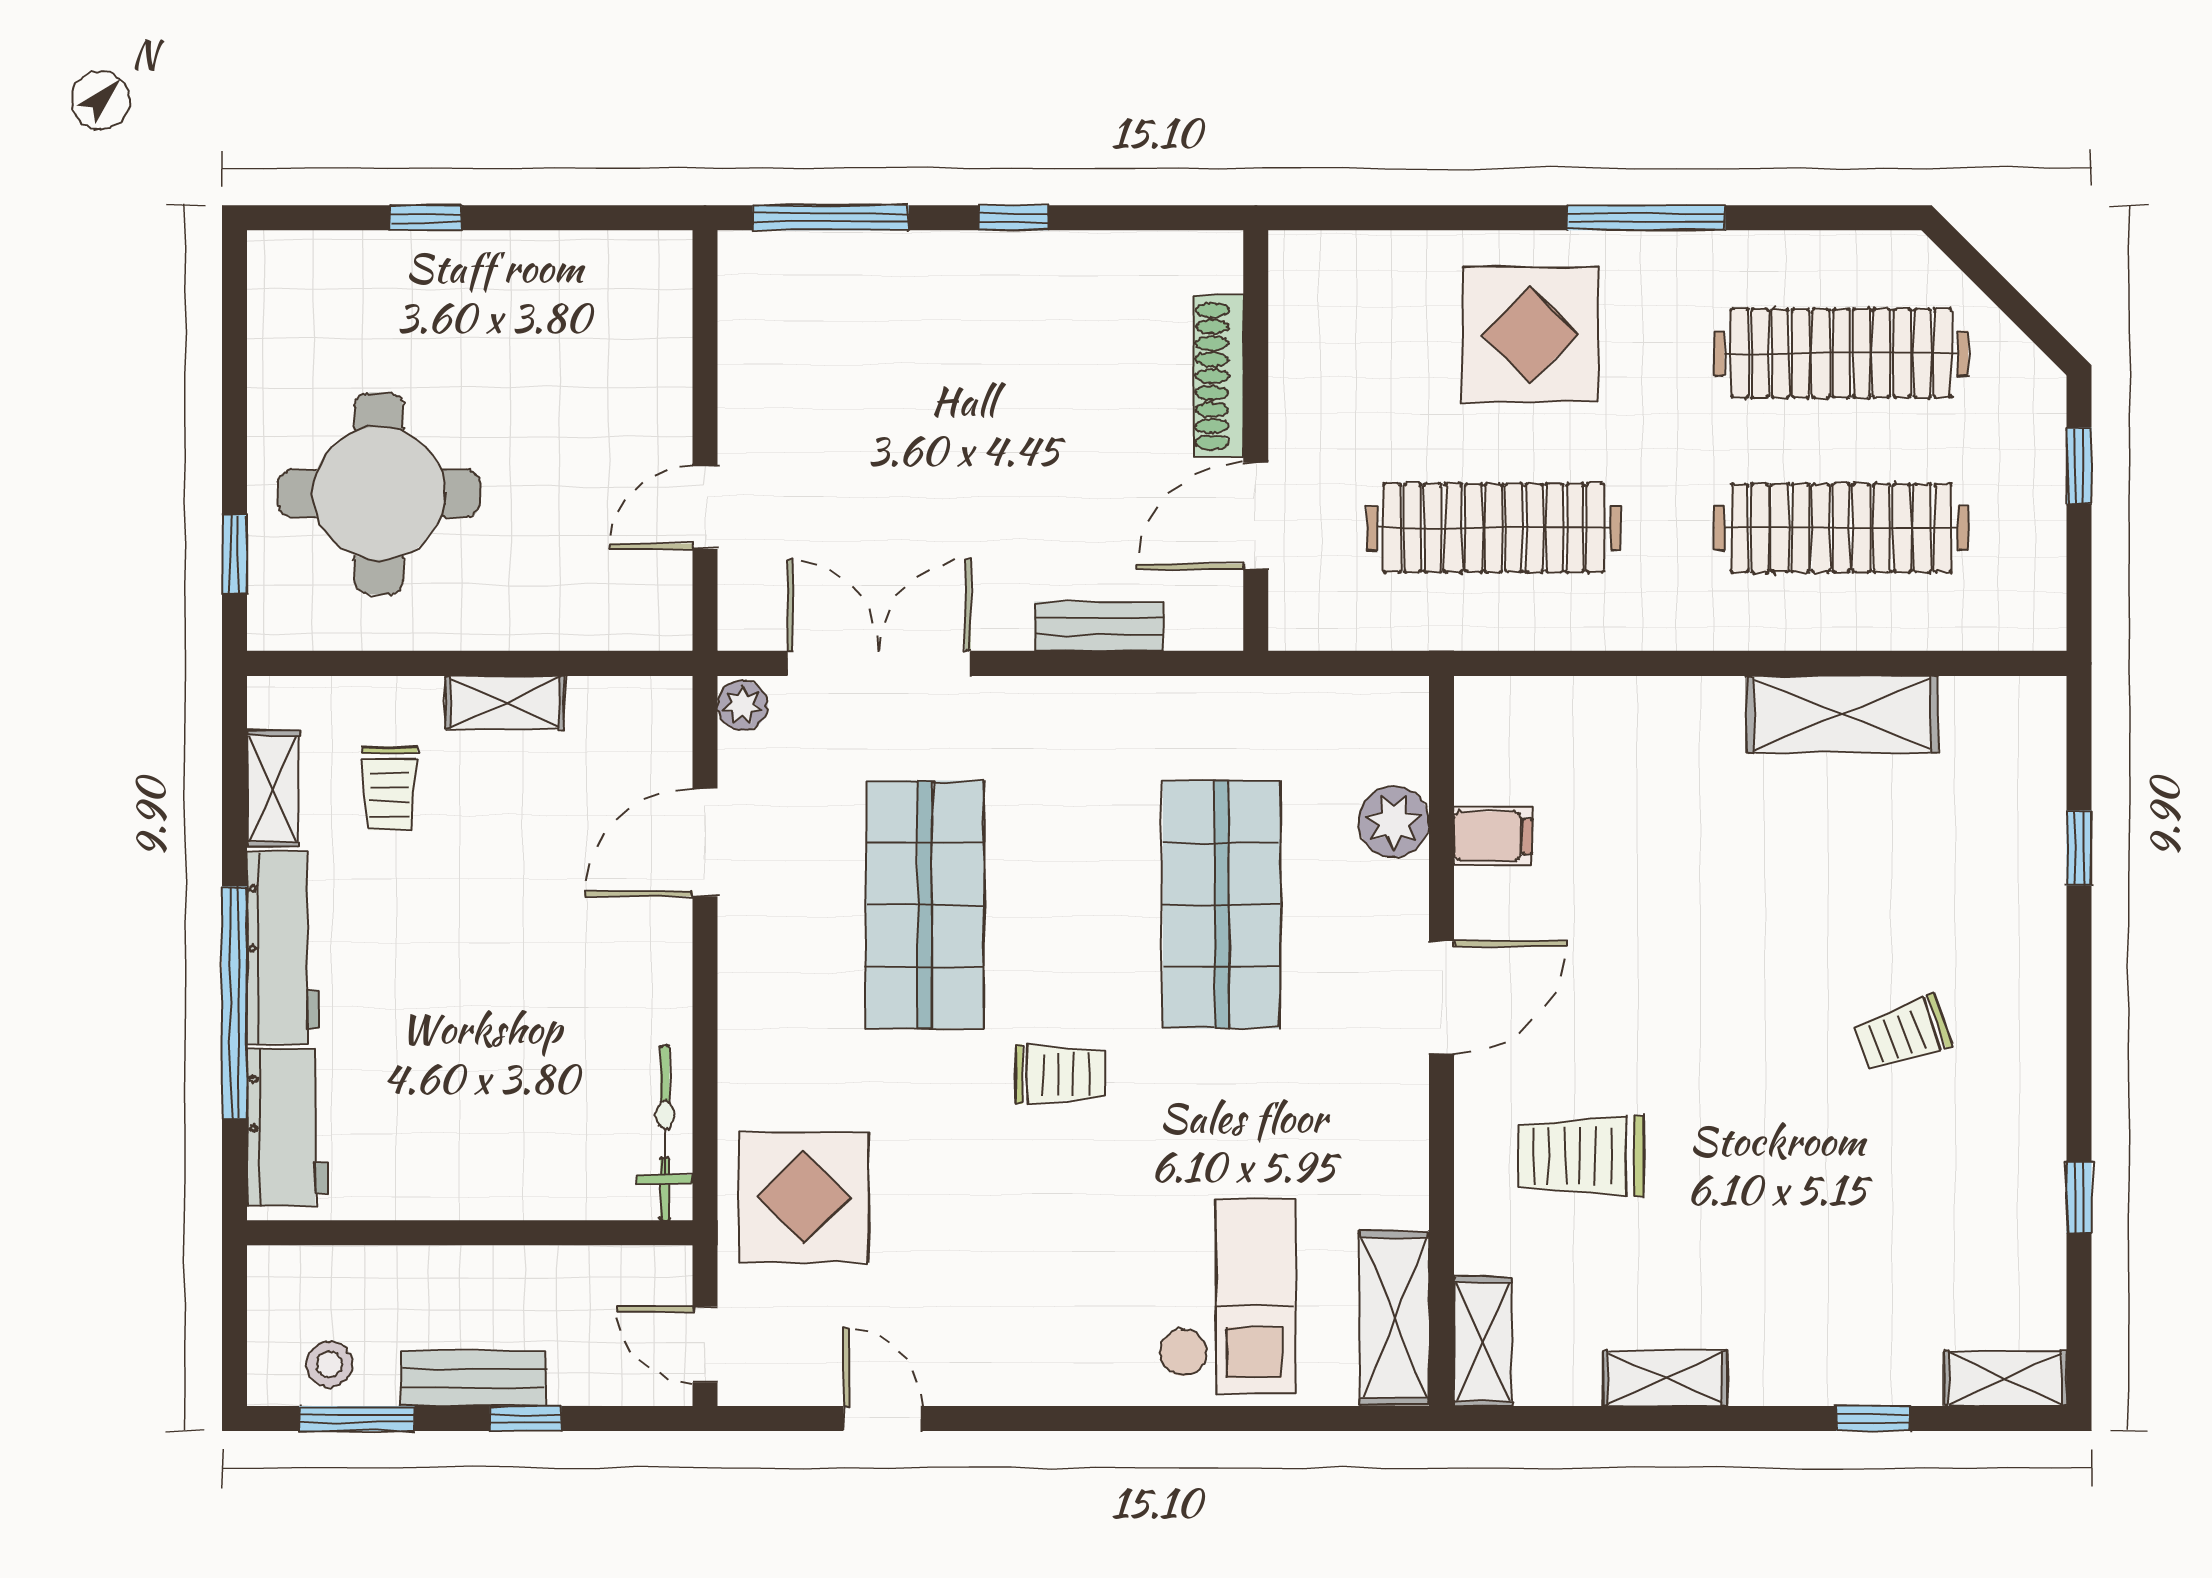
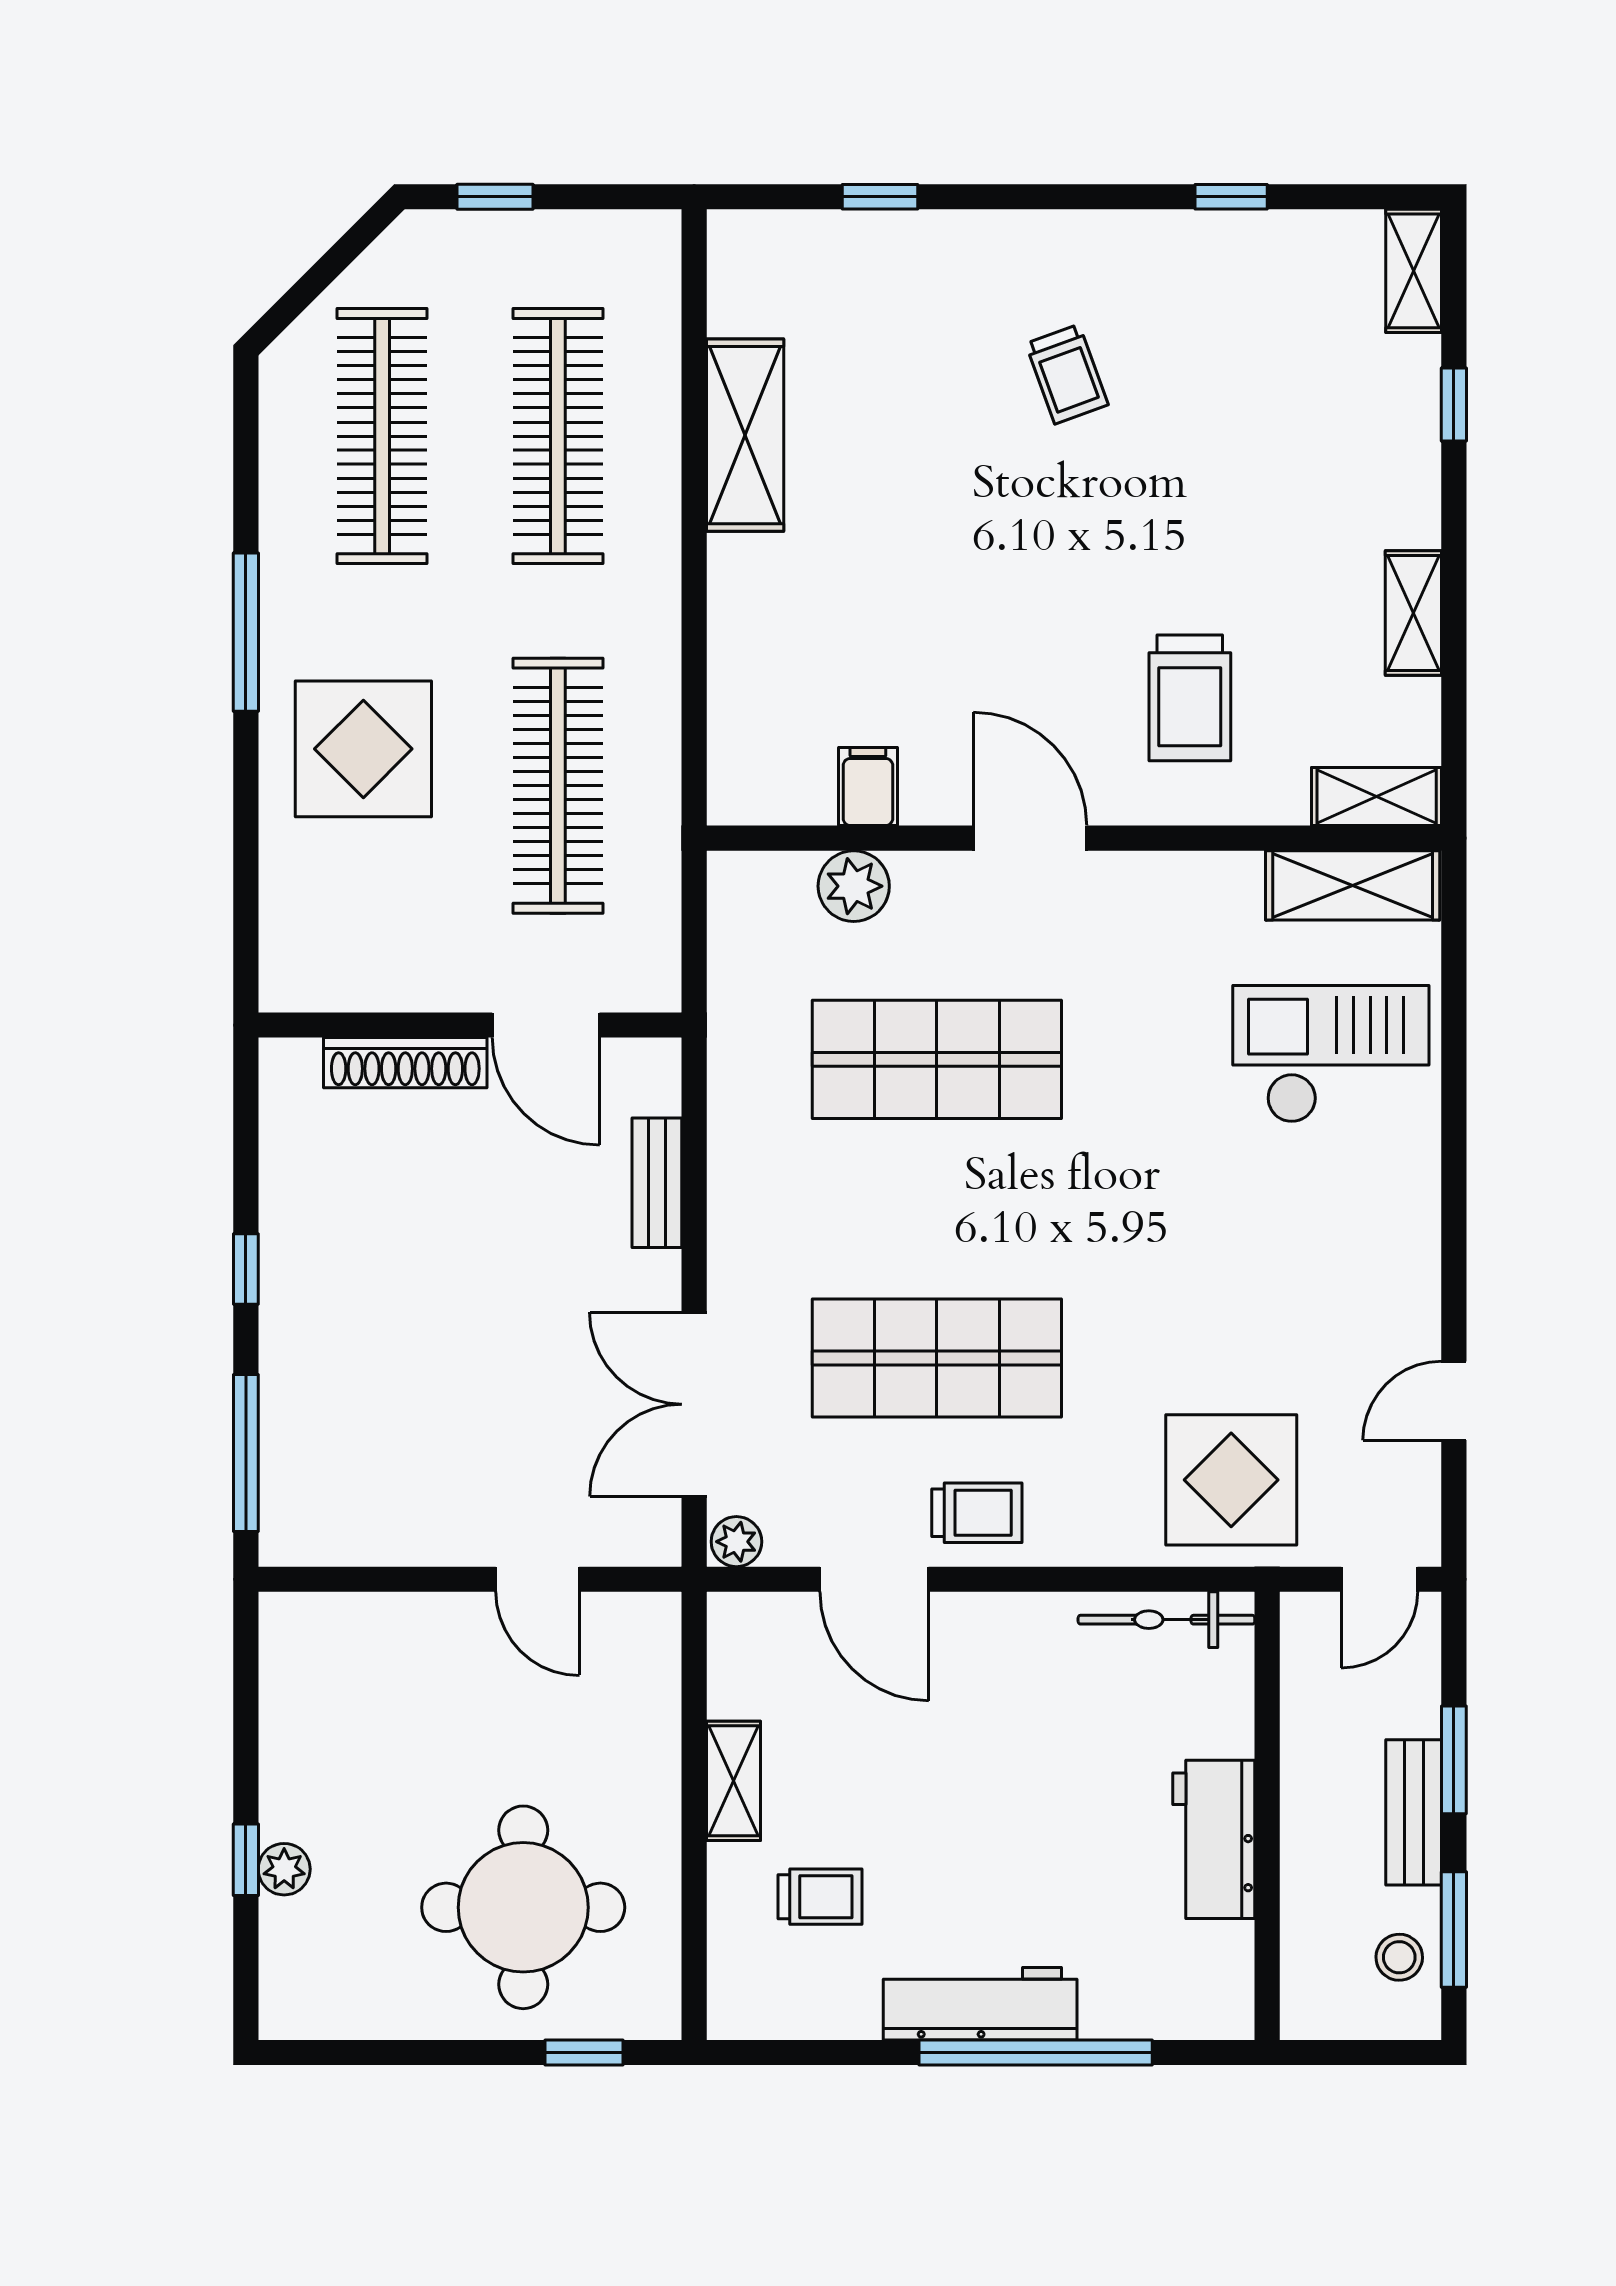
plant: (417, 256) -> (284, 1869), added
shelving: (273, 789) -> (820, 2014), removed
trolley: (1060, 1074) -> (977, 1513), moved, turned 90
workbench: (288, 1127) -> (1214, 1839), moved, turned -90
window: (525, 1418) -> (1454, 1760), width x1.50

